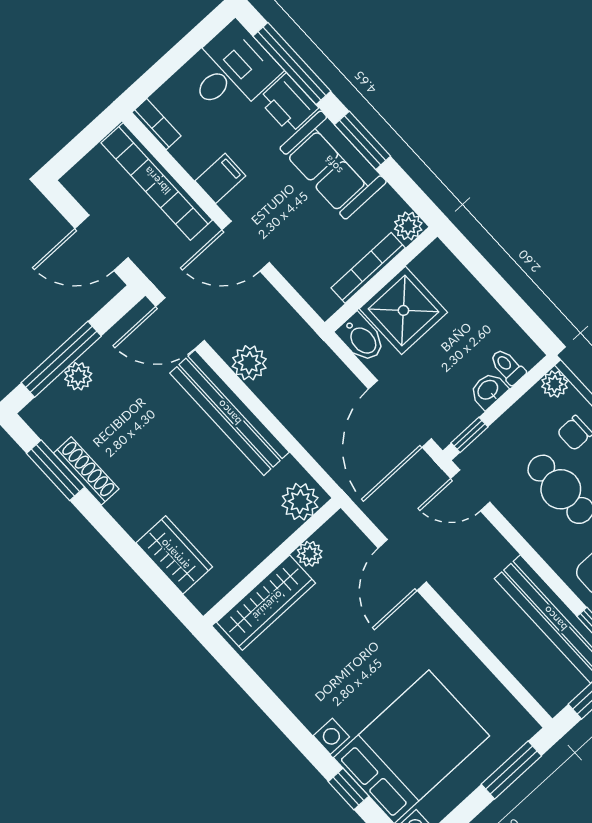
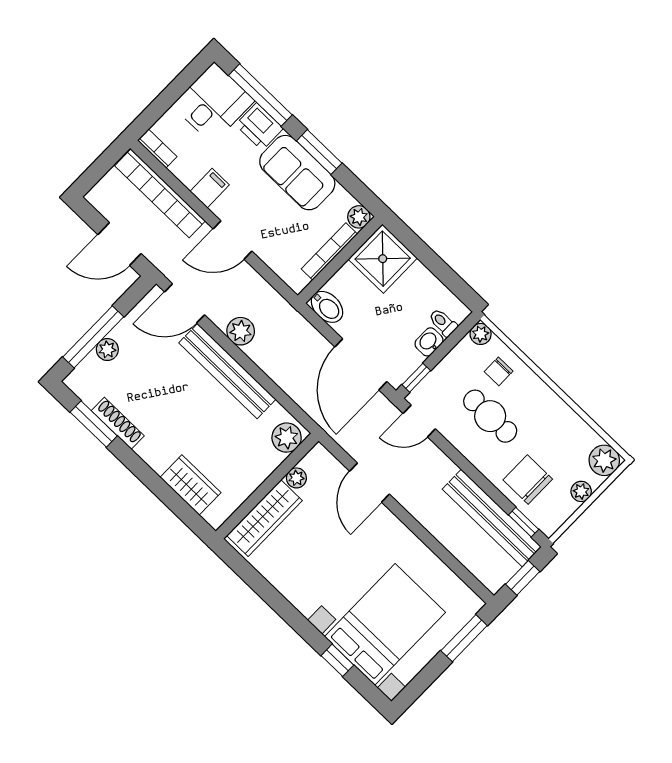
shower: (403, 310) -> (383, 259), moved

